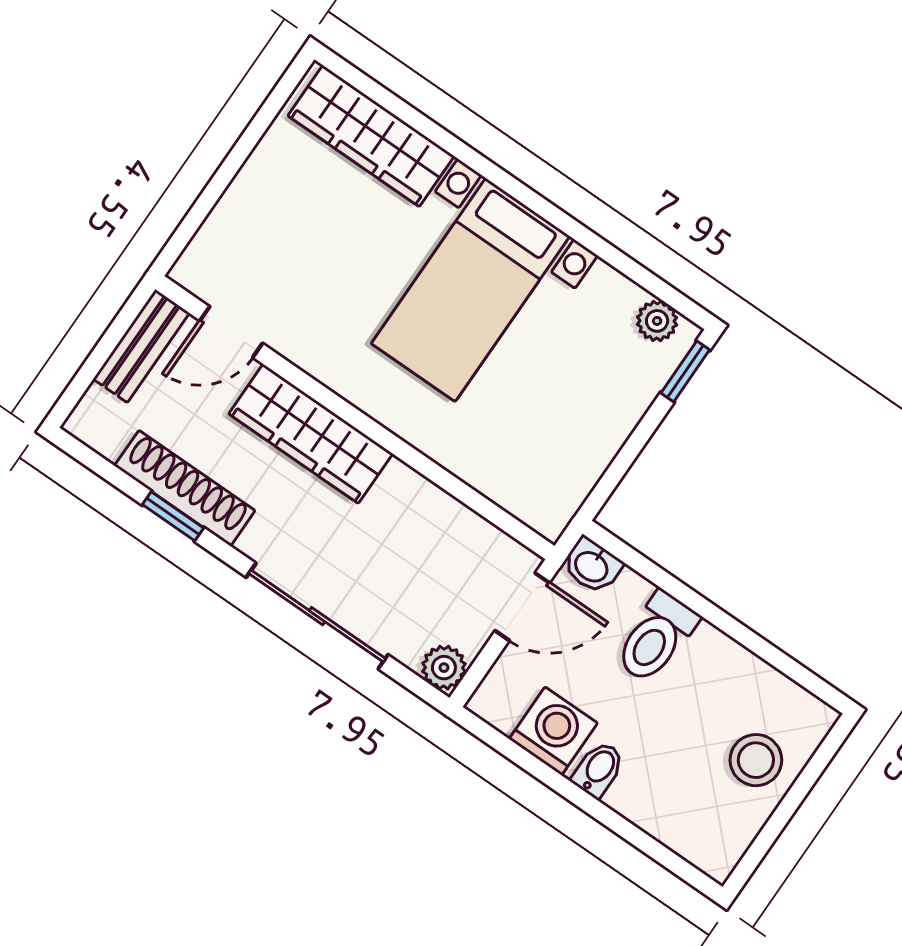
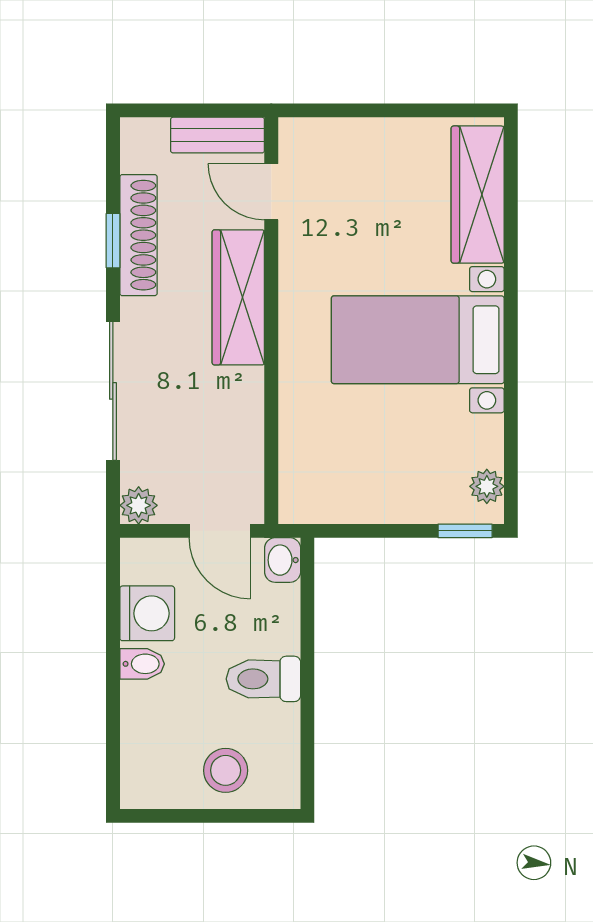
toilet: (656, 637) -> (263, 679), moved

